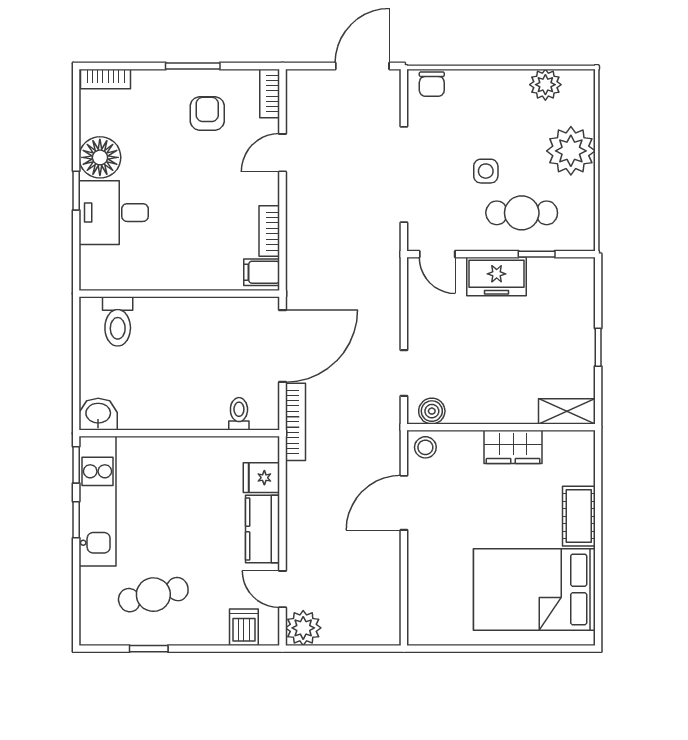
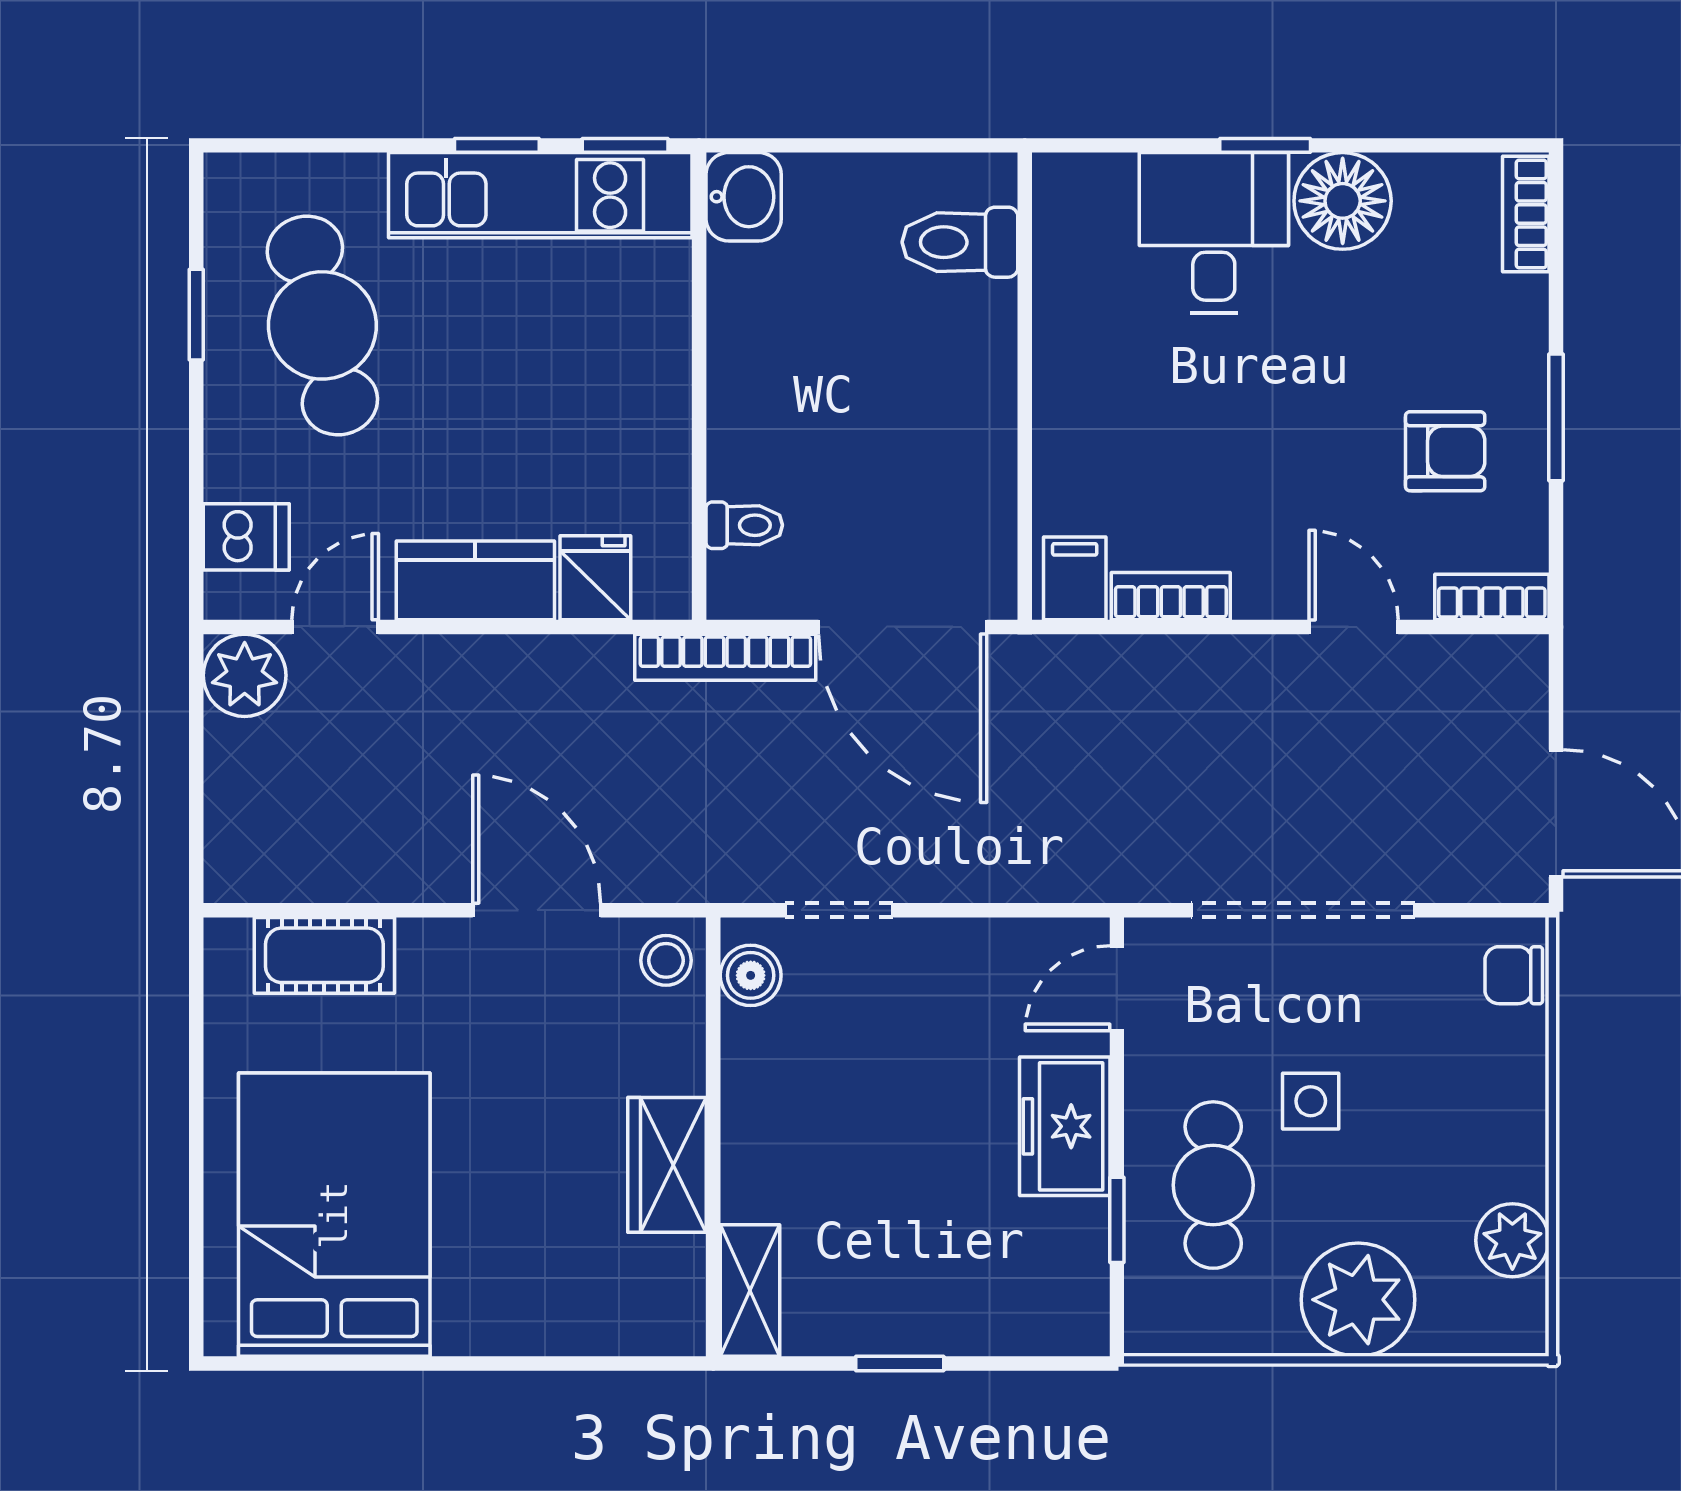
cot: (579, 516) -> (324, 955), moved
cafe table: (153, 595) -> (322, 325), width x1.37, depth x1.35

